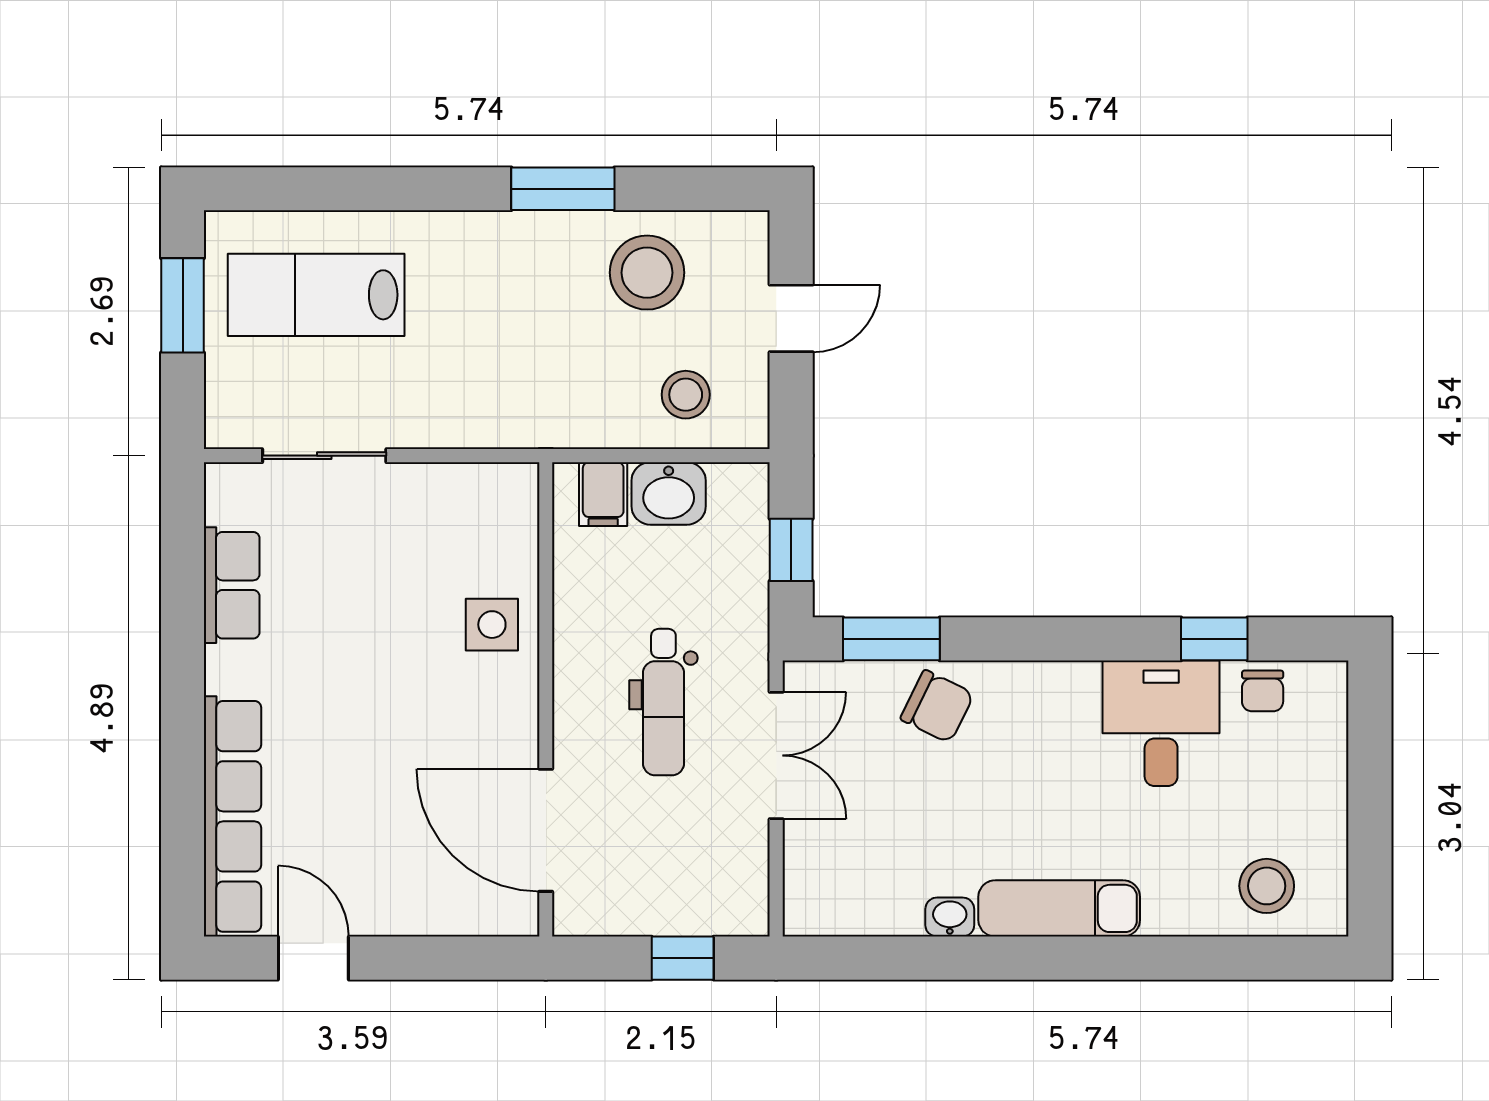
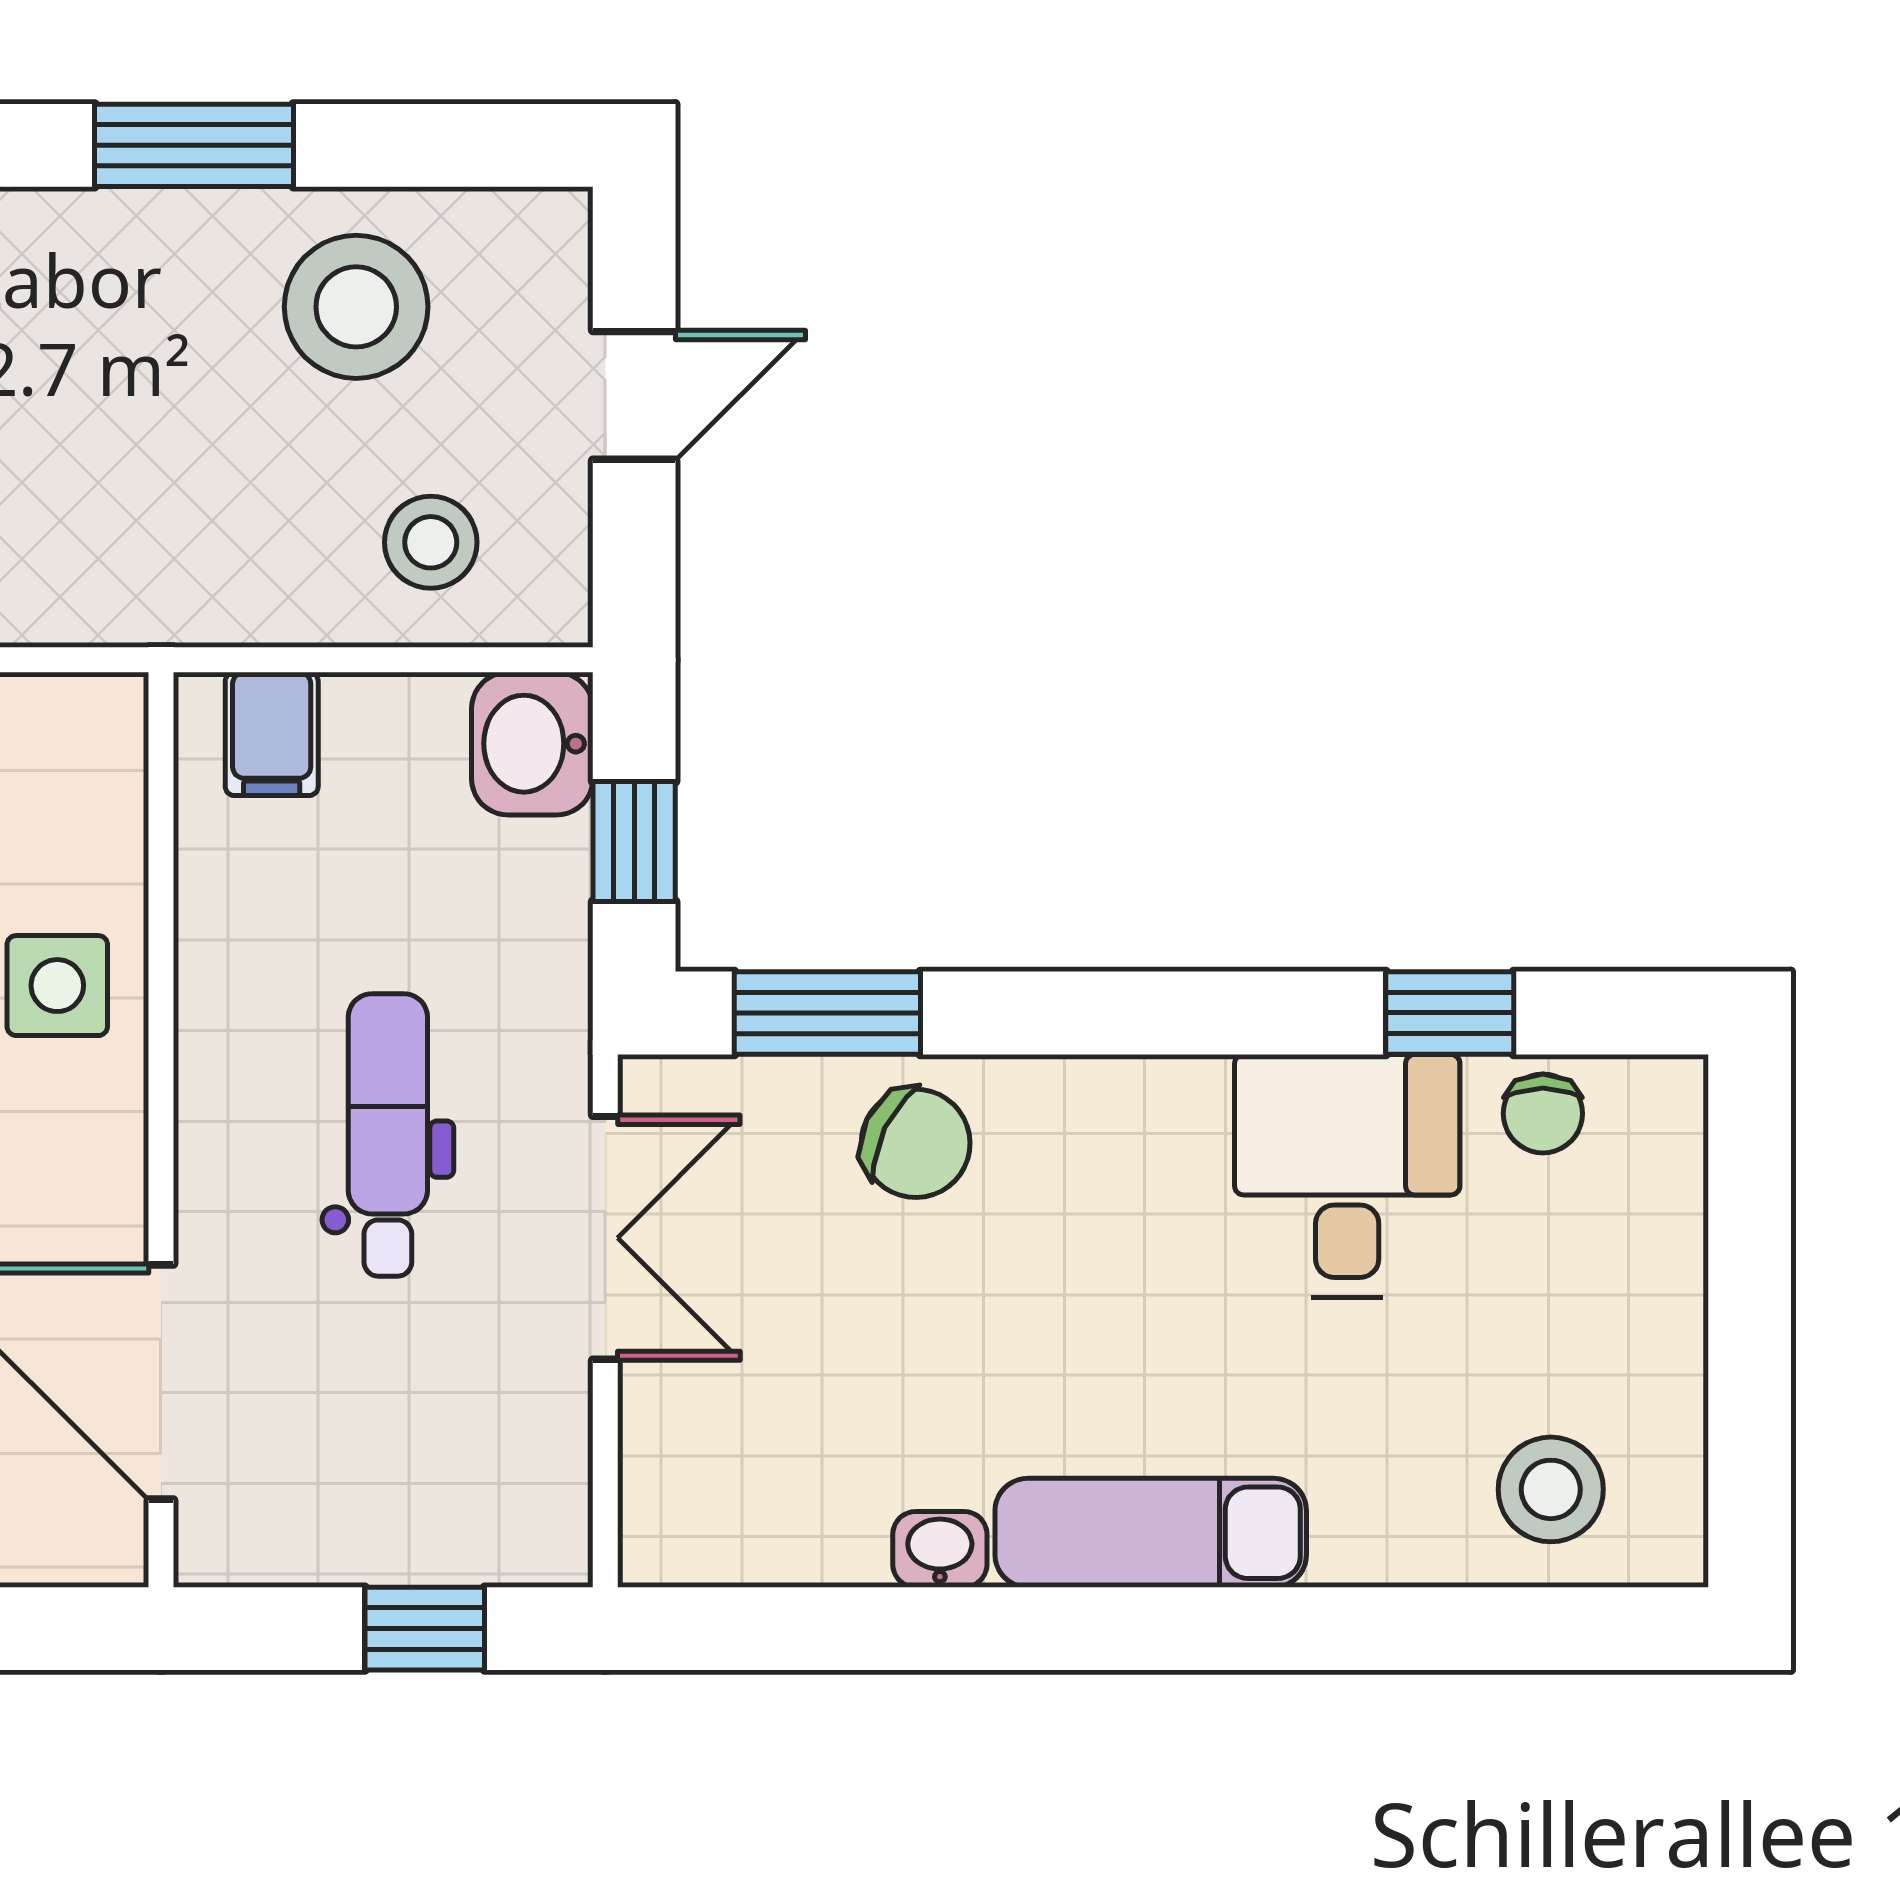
washbasin: (669, 493) -> (532, 744), moved, turned 90
dental chair: (663, 702) -> (388, 1135), turned 180

